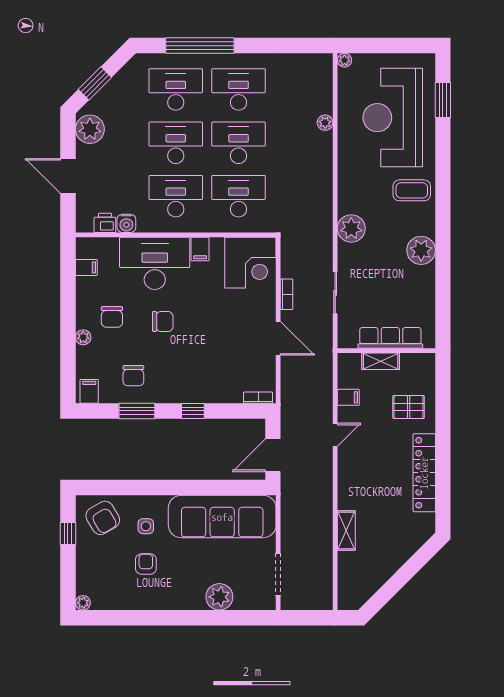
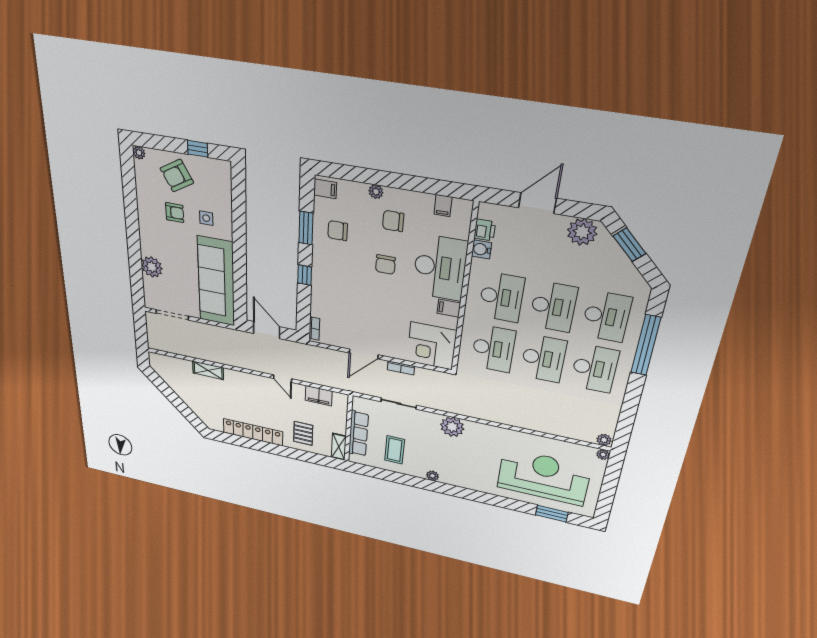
plant: (325, 123) -> (604, 440), moved
coffee table: (412, 190) -> (395, 450), moved
plant: (421, 250) -> (433, 476), width x0.53, depth x0.53
shelving: (381, 361) -> (339, 447), moved
filing cabinet: (348, 397) -> (319, 396), width x2.00
armchair: (103, 518) -> (177, 176), moved

